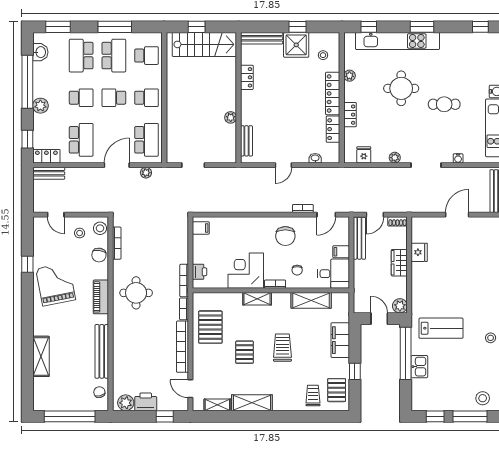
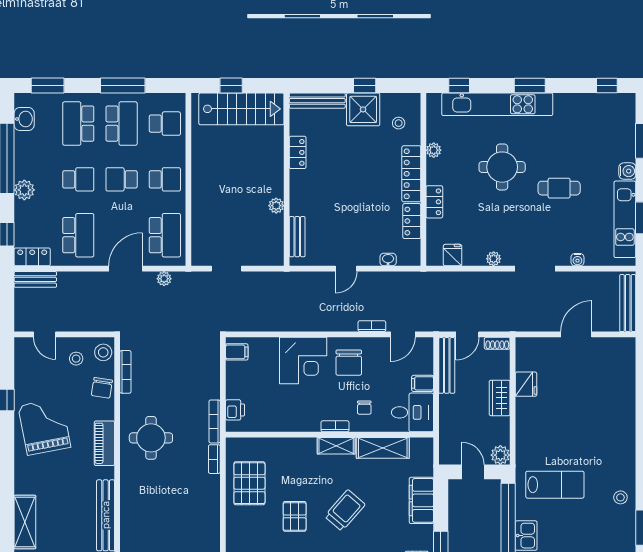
corner desk: (246, 271) -> (303, 360), moved, turned 180
shelving: (257, 299) -> (336, 446), moved
bookcase: (182, 347) -> (212, 509), removed
trolley: (282, 348) -> (345, 510), turned 41

